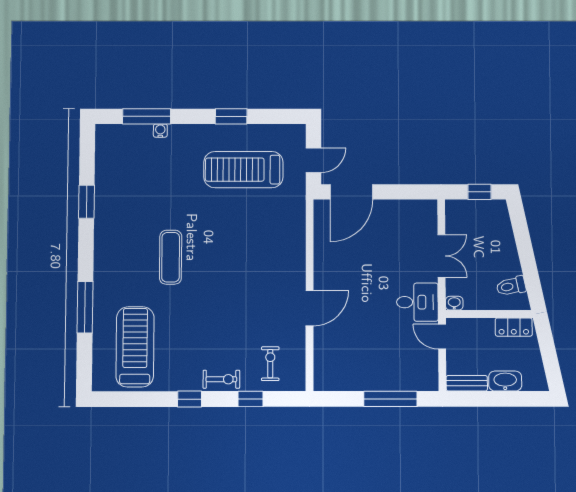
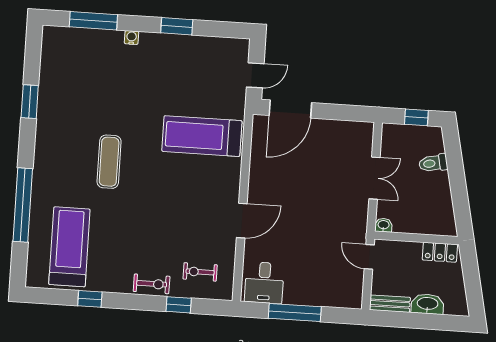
water cooler: (160, 131) -> (131, 38), moved
treadmill: (243, 170) -> (202, 136), moved
toilet: (511, 286) -> (433, 163), moved
desk: (417, 302) -> (264, 283), moved, turned 90
window: (85, 307) -> (23, 205), width x1.46
exercise bike: (270, 364) -> (200, 272), turned -90
window: (190, 399) -> (90, 299), moved
window: (390, 399) -> (295, 313), moved

